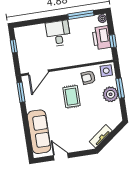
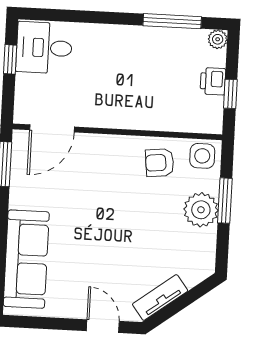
desk: (58, 33) -> (44, 48), moved, turned -90
printer: (102, 38) -> (213, 81), width x0.53, depth x0.68
rug: (72, 97) -> (114, 197), removed
door: (61, 157) -> (103, 326), moved

